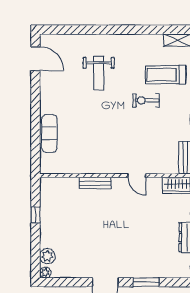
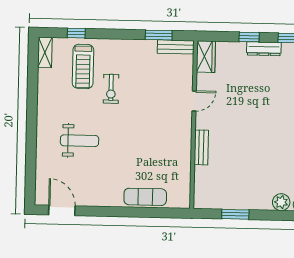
door: (35, 59) -> (62, 210), hinge flipped
window: (35, 215) -> (235, 214), width x1.50

